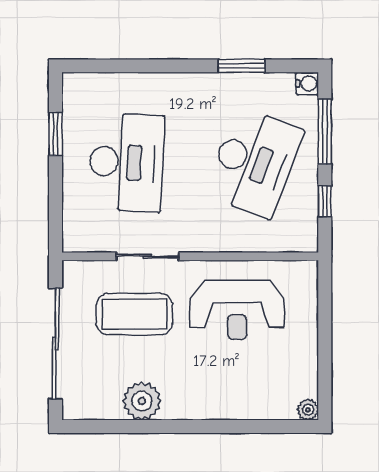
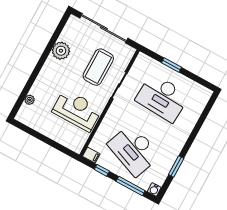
window: (56, 134) -> (171, 65), moved
filing cabinet: (307, 237) -> (91, 155), added
reception desk: (237, 310) -> (77, 110), turned 90
plant: (308, 410) -> (30, 100), moved

